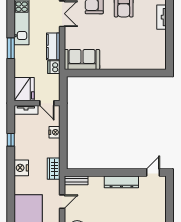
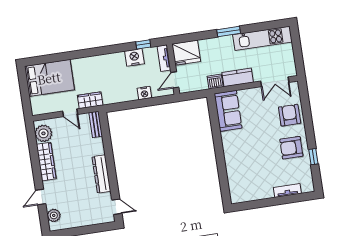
window: (11, 140) -> (143, 44), moved
nightstand: (21, 168) -> (134, 57), moved
wardrobe: (54, 169) -> (90, 100), moved

